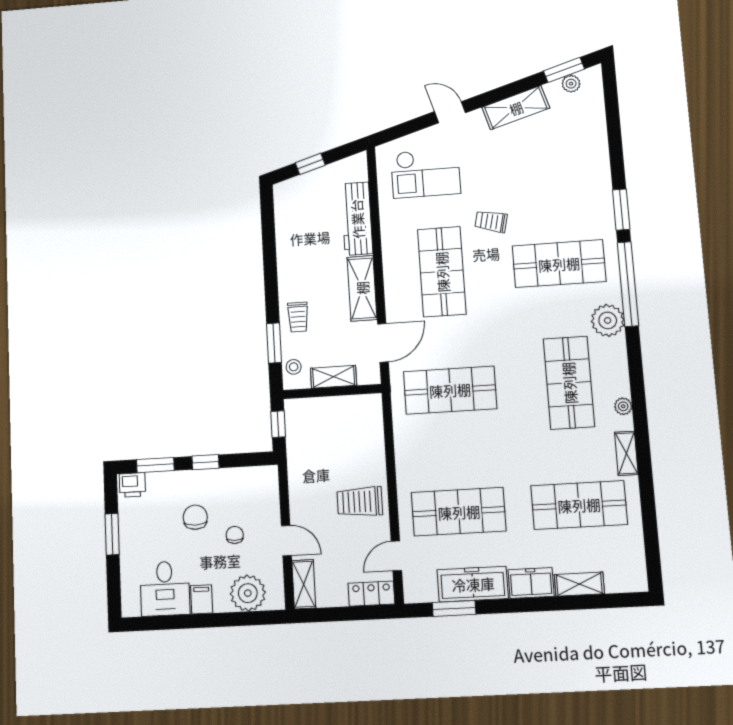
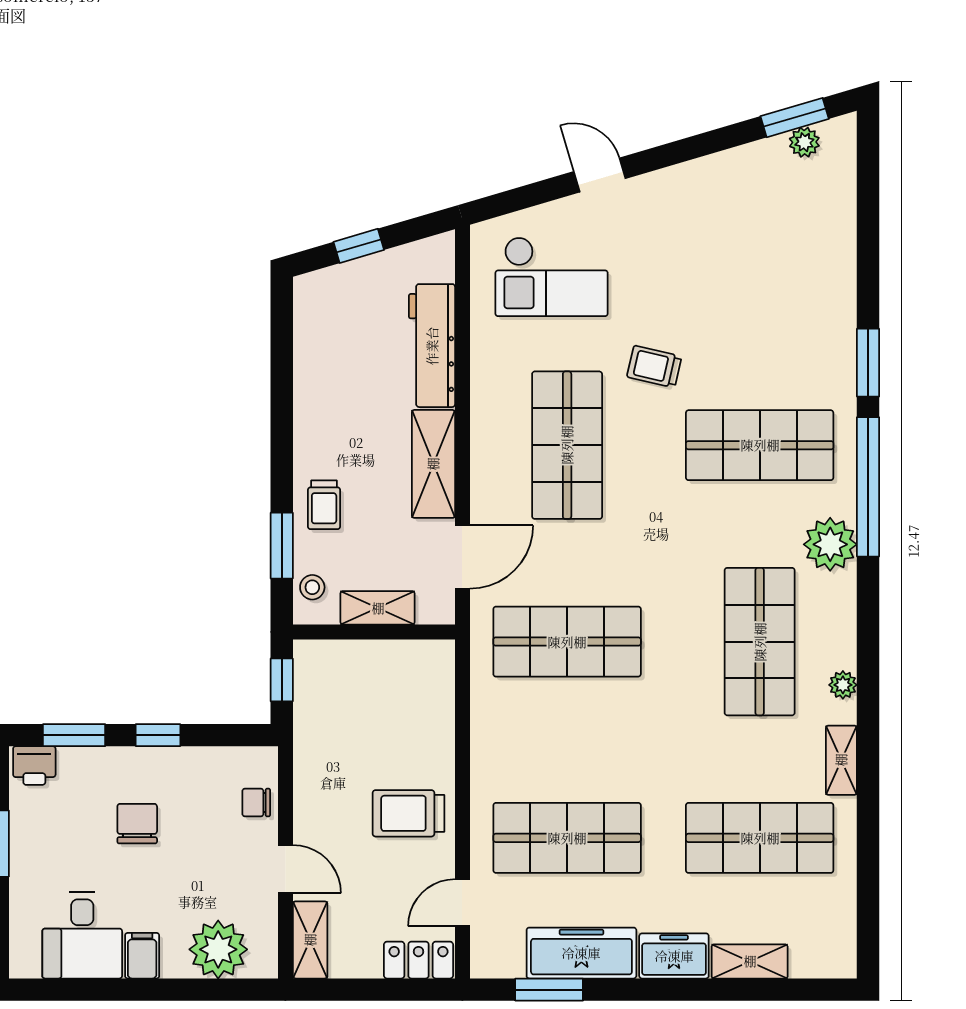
shelving: (516, 108) -> (710, 176), removed
chair: (235, 535) -> (256, 803), moved, turned -90

